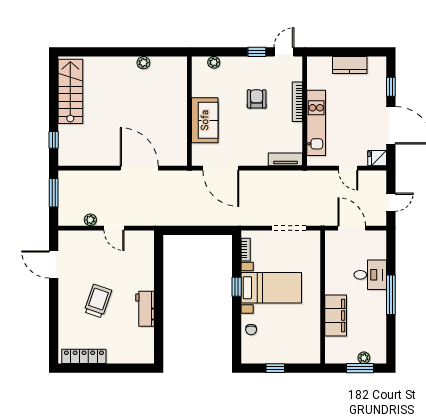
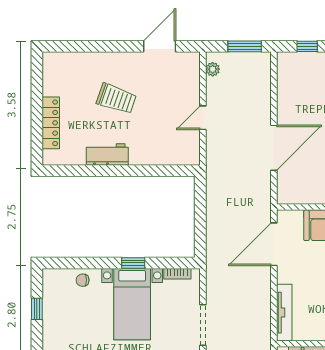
tv unit: (285, 159) -> (284, 313), width x1.41
plant: (90, 220) -> (213, 69), moved
locker: (84, 356) -> (51, 123), moved

